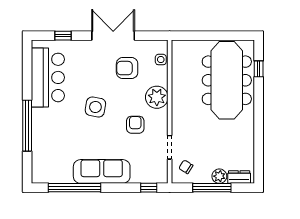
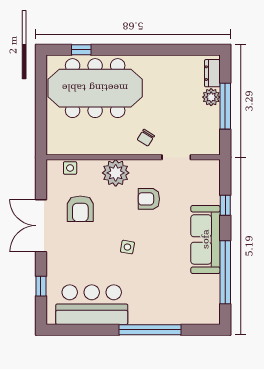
side table: (95, 107) -> (127, 247), width x0.54, depth x0.54
chair: (186, 167) -> (146, 138), moved
window: (149, 188) -> (225, 205), moved

